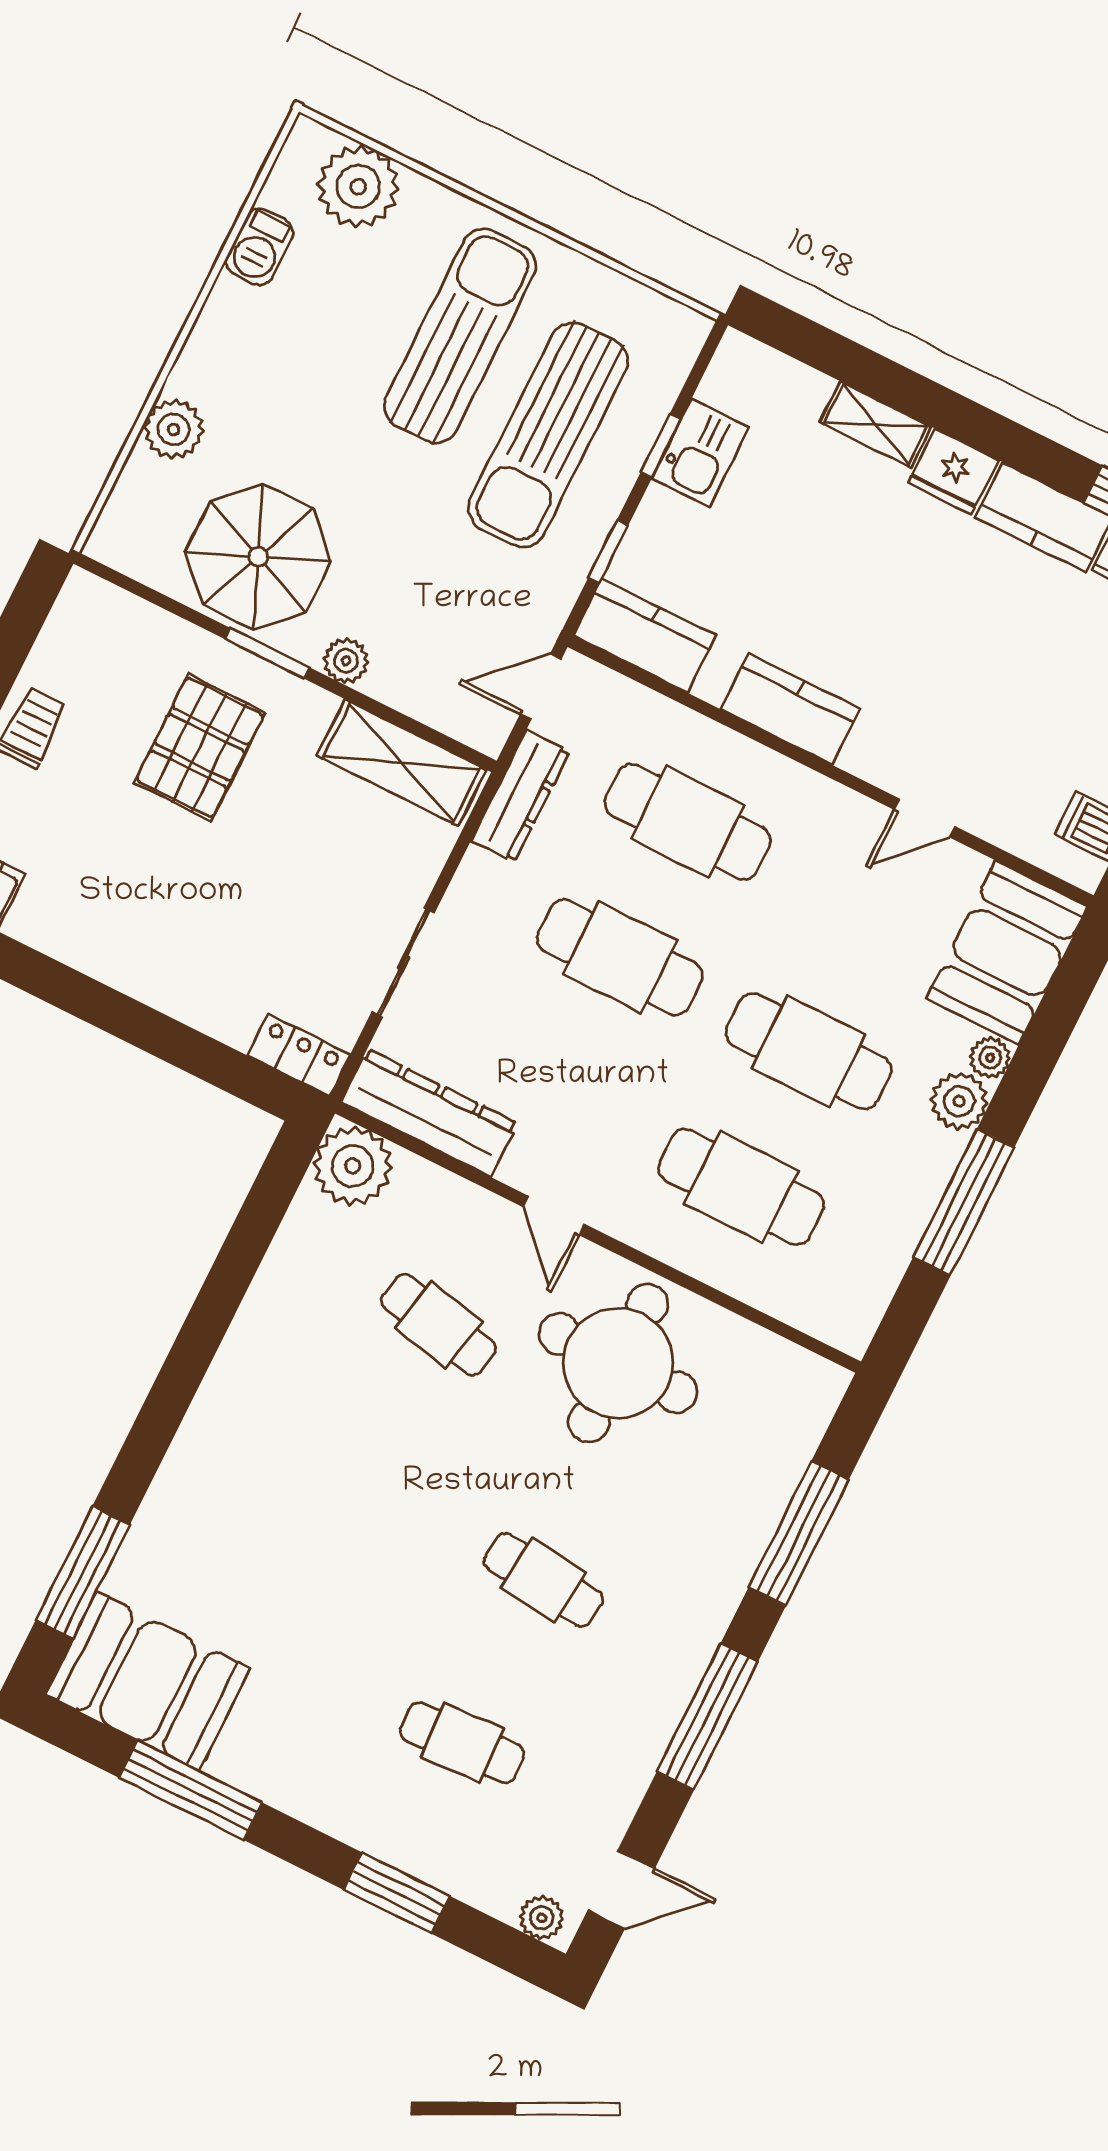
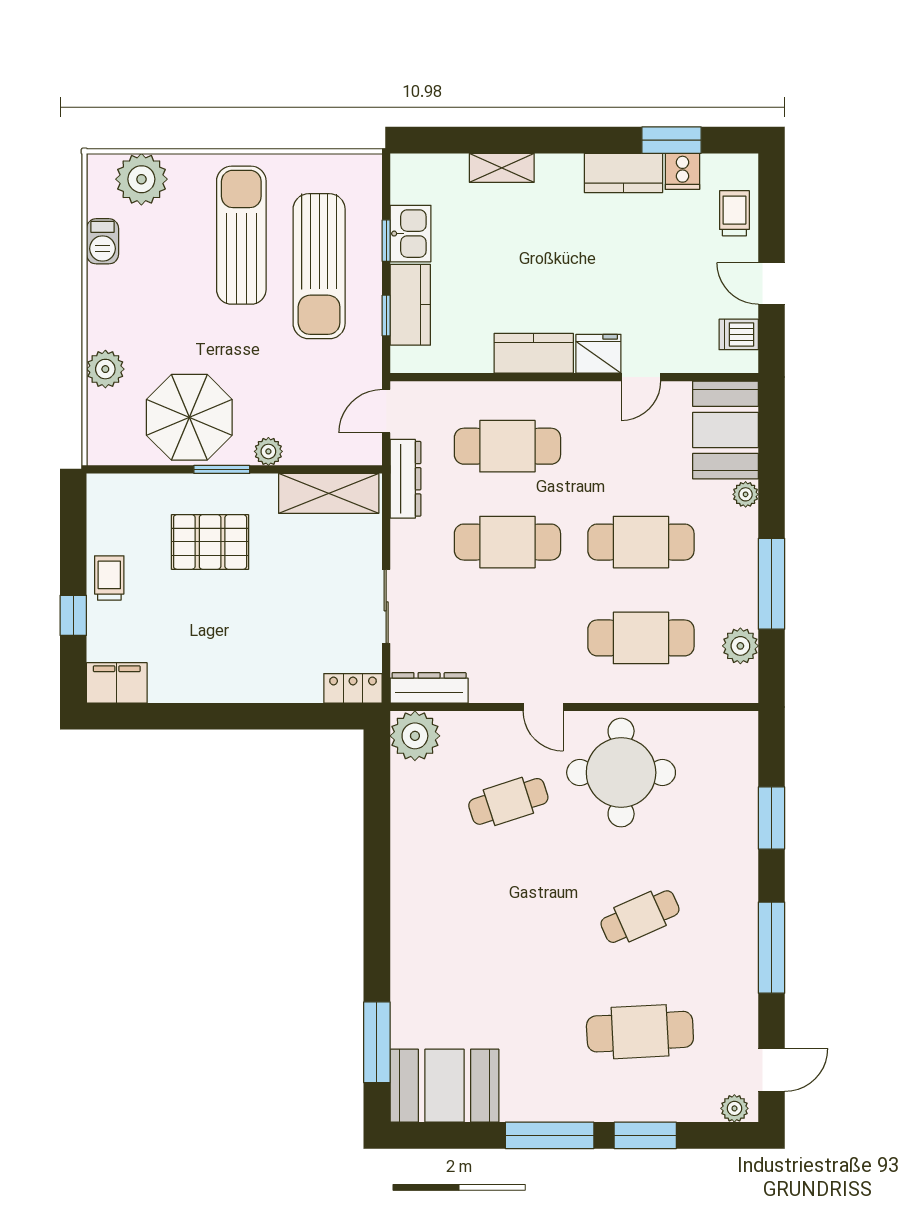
fridge: (953, 472) -> (598, 354), moved, turned 180
kitchen counter: (644, 636) -> (410, 305), moved, turned 90
pallet: (200, 748) -> (210, 542), turned 90
plant: (959, 1101) -> (740, 646), moved
dresser: (429, 1113) -> (429, 688), width x0.73, depth x0.80
cafe table: (438, 1325) -> (508, 801), turned -30
window: (799, 1533) -> (772, 818), width x0.69
cafe table: (543, 1580) -> (640, 917), turned -30
cafe table: (462, 1743) -> (640, 1032), width x1.37, depth x1.35
window: (190, 1790) -> (550, 1135), moved

